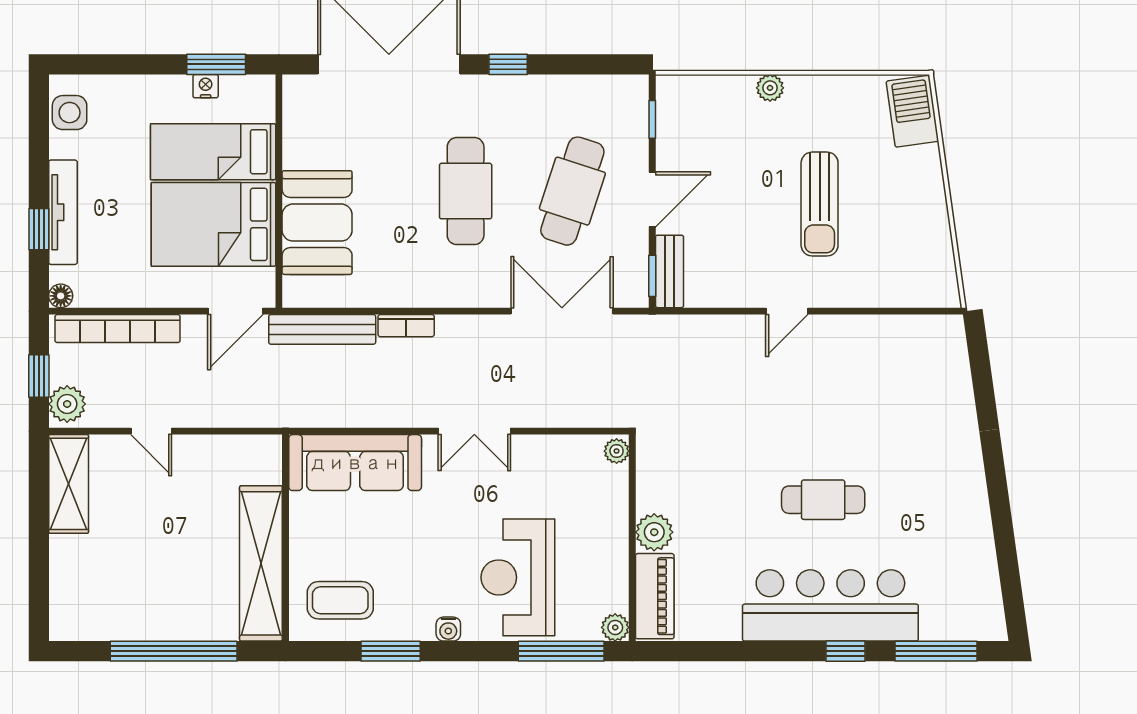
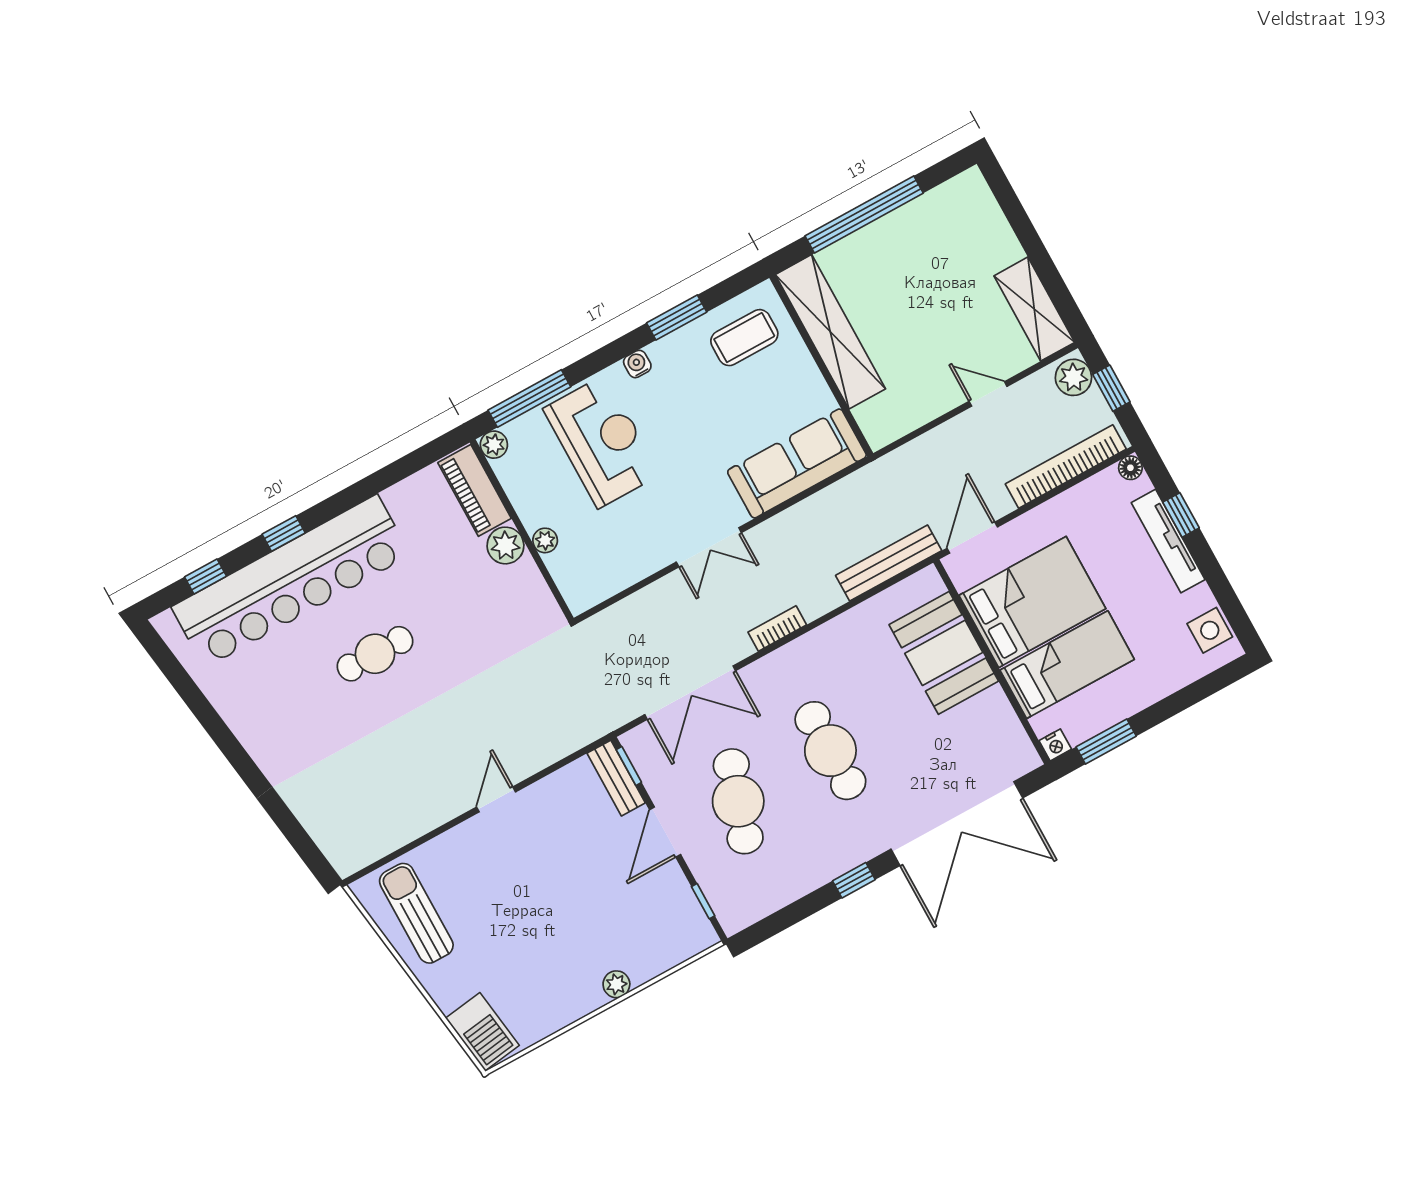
nightstand: (206, 86) -> (1055, 745), moved
sun lounger: (820, 204) -> (416, 913), moved
bookcase: (406, 326) -> (777, 628), moved
double door: (474, 431) -> (709, 547), swing flipped
plant: (617, 451) -> (545, 540), moved
bar counter: (830, 605) -> (291, 581), width x1.36
window: (936, 651) -> (206, 576), width x0.46

